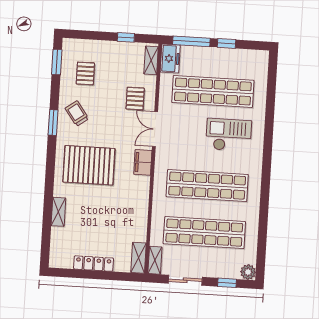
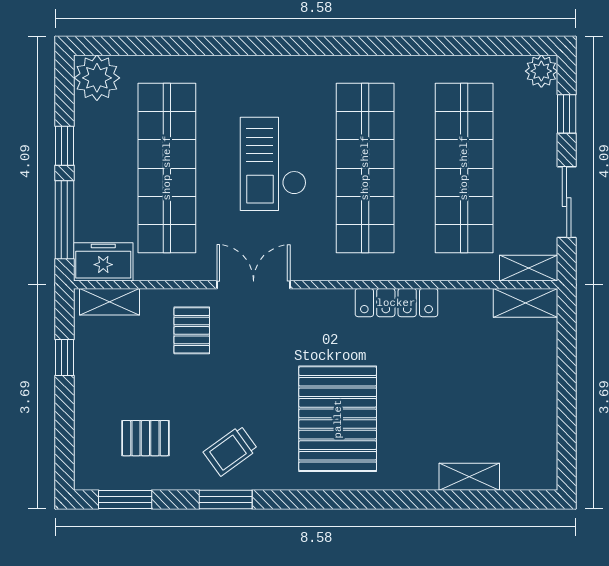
plant: (258, 61) -> (97, 78), added
pallet: (135, 99) -> (192, 330), turned 90
window: (53, 123) -> (226, 499), moved
double door: (155, 129) -> (254, 285), swing flipped
checkout: (229, 135) -> (273, 164), moved
filing cabinet: (143, 162) -> (325, 306), removed
shelving: (58, 212) -> (469, 477), moved
locker: (94, 264) -> (396, 303), moved, turned -90

